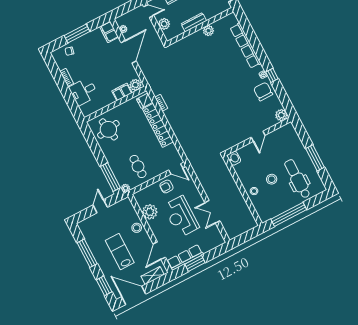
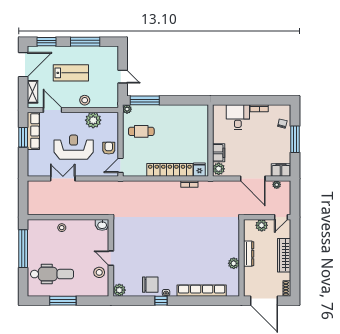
round table: (108, 129) -> (190, 122), removed
stool: (272, 179) -> (99, 272), moved

